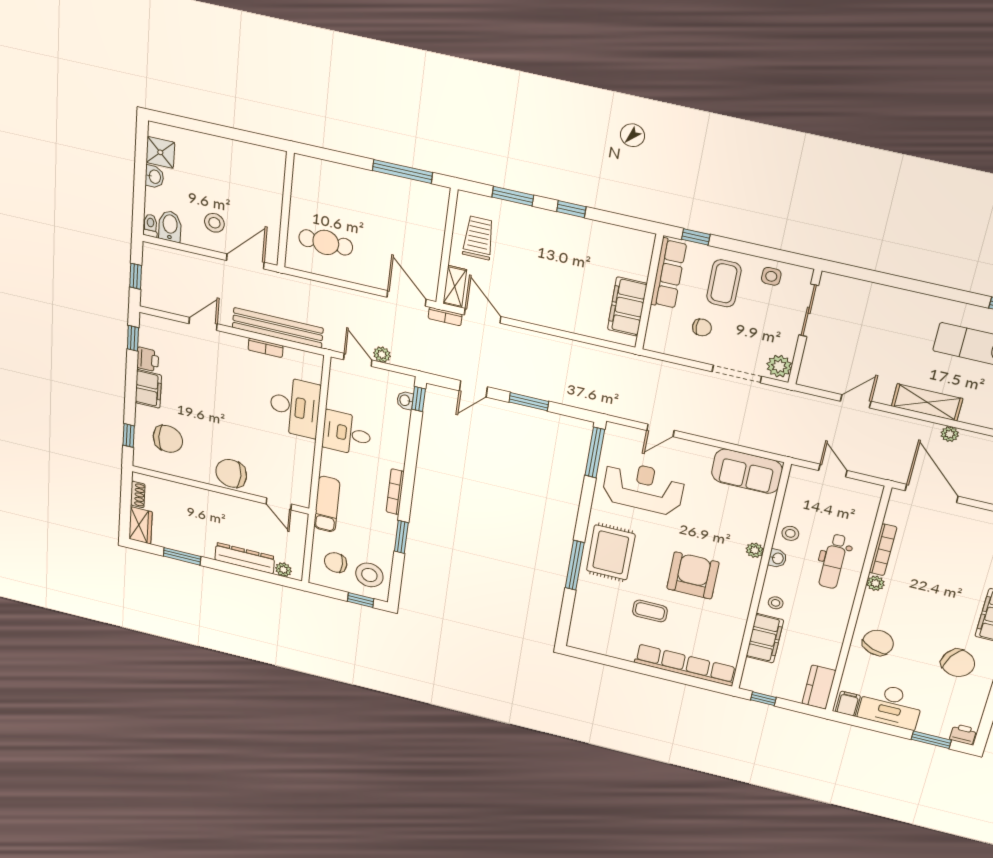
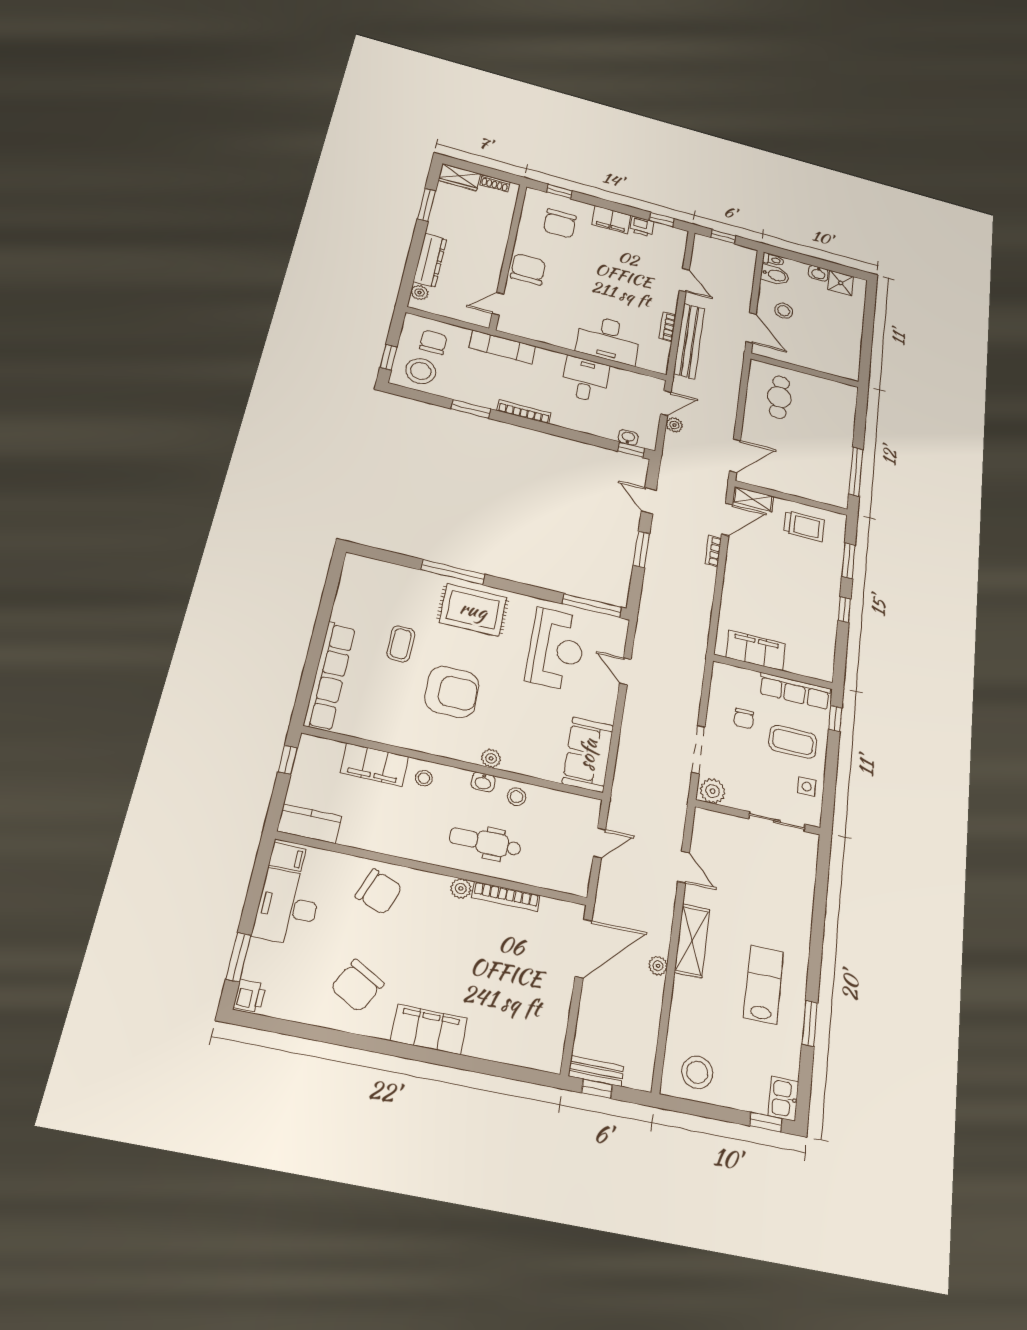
bookcase: (445, 316) -> (713, 551), moved

